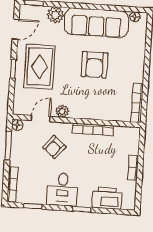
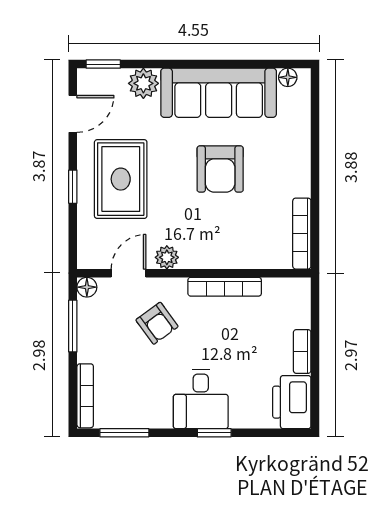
armchair: (54, 147) -> (157, 323), turned -76
desk: (63, 189) -> (201, 399), moved
printer: (107, 198) -> (292, 402), moved, turned -90
window: (33, 206) -> (124, 433), width x1.50

